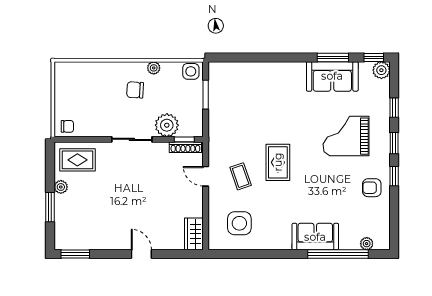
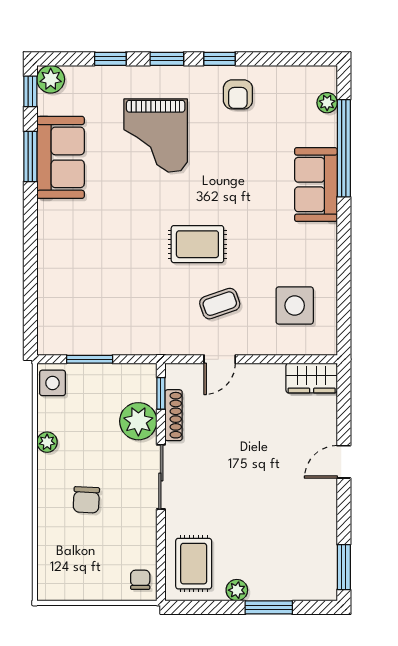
chair: (135, 90) -> (86, 500), moved
shoe rack: (185, 147) -> (173, 415), moved

